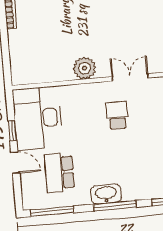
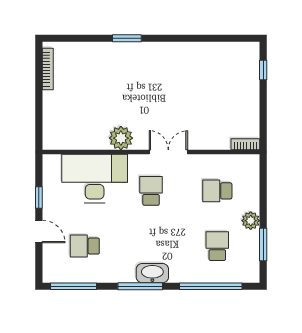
desk: (38, 118) -> (95, 179), moved, turned 90
school desk: (59, 172) -> (85, 246), width x0.54
washbasin: (106, 194) -> (152, 273), moved

